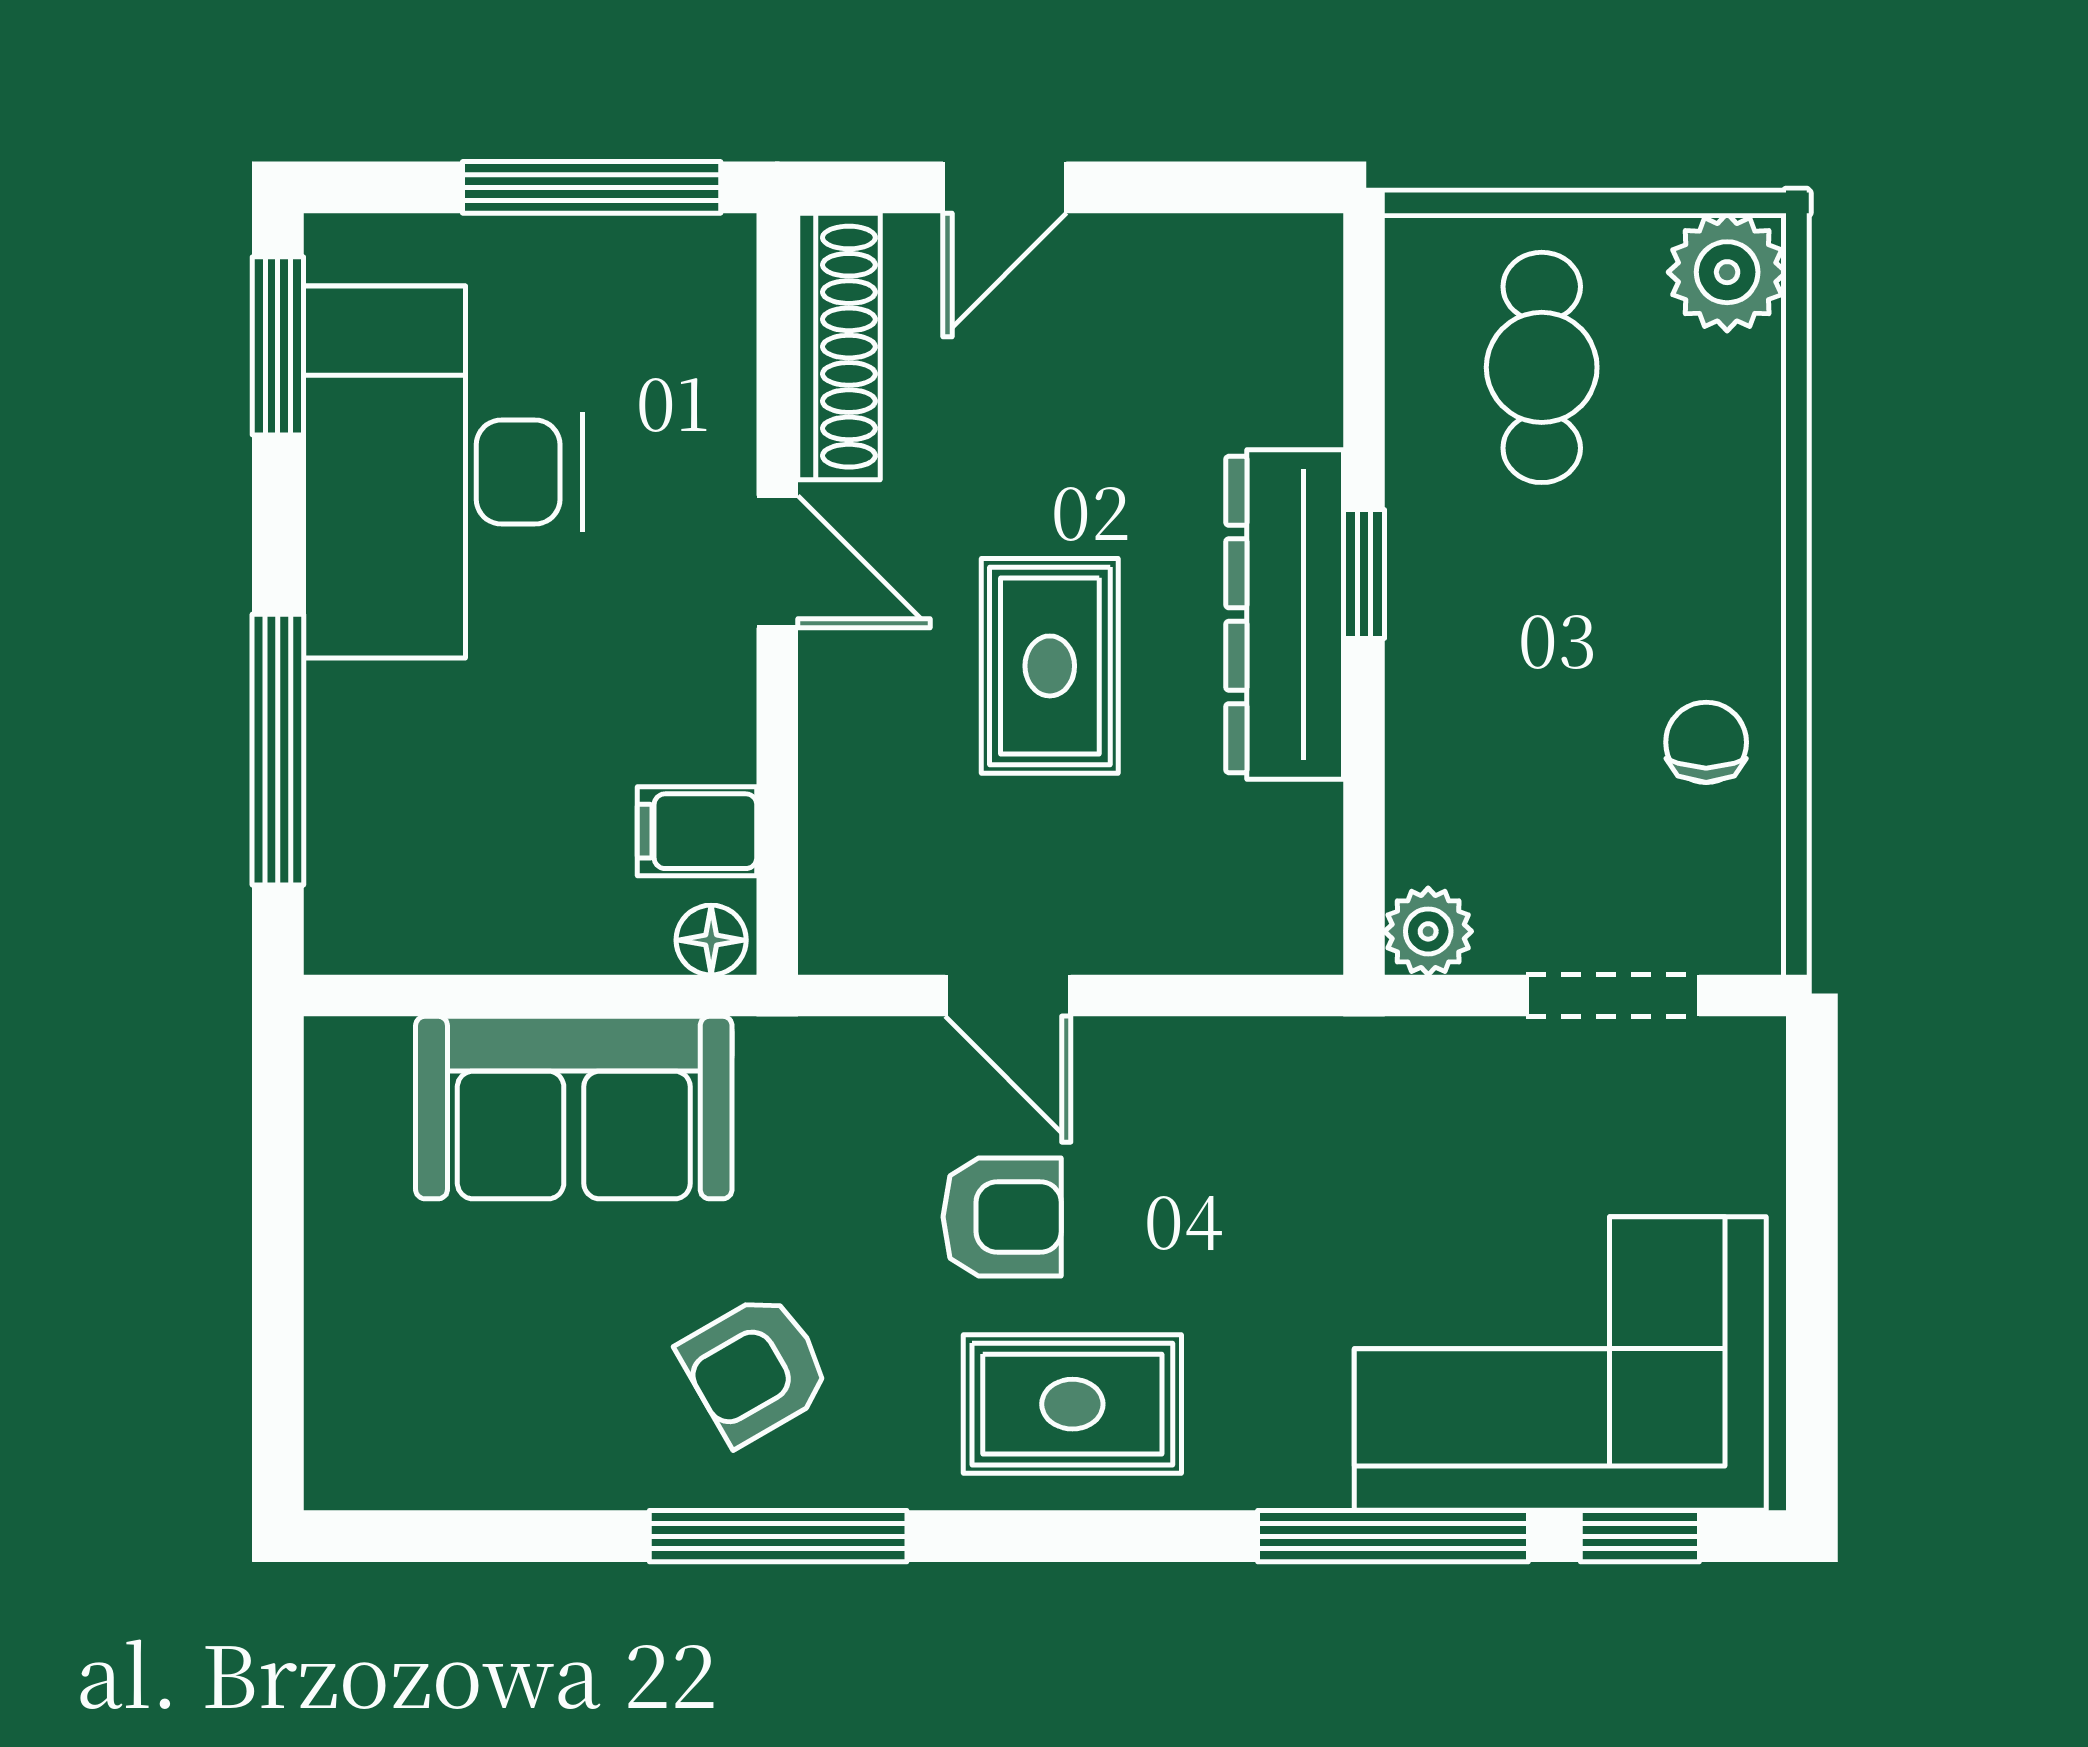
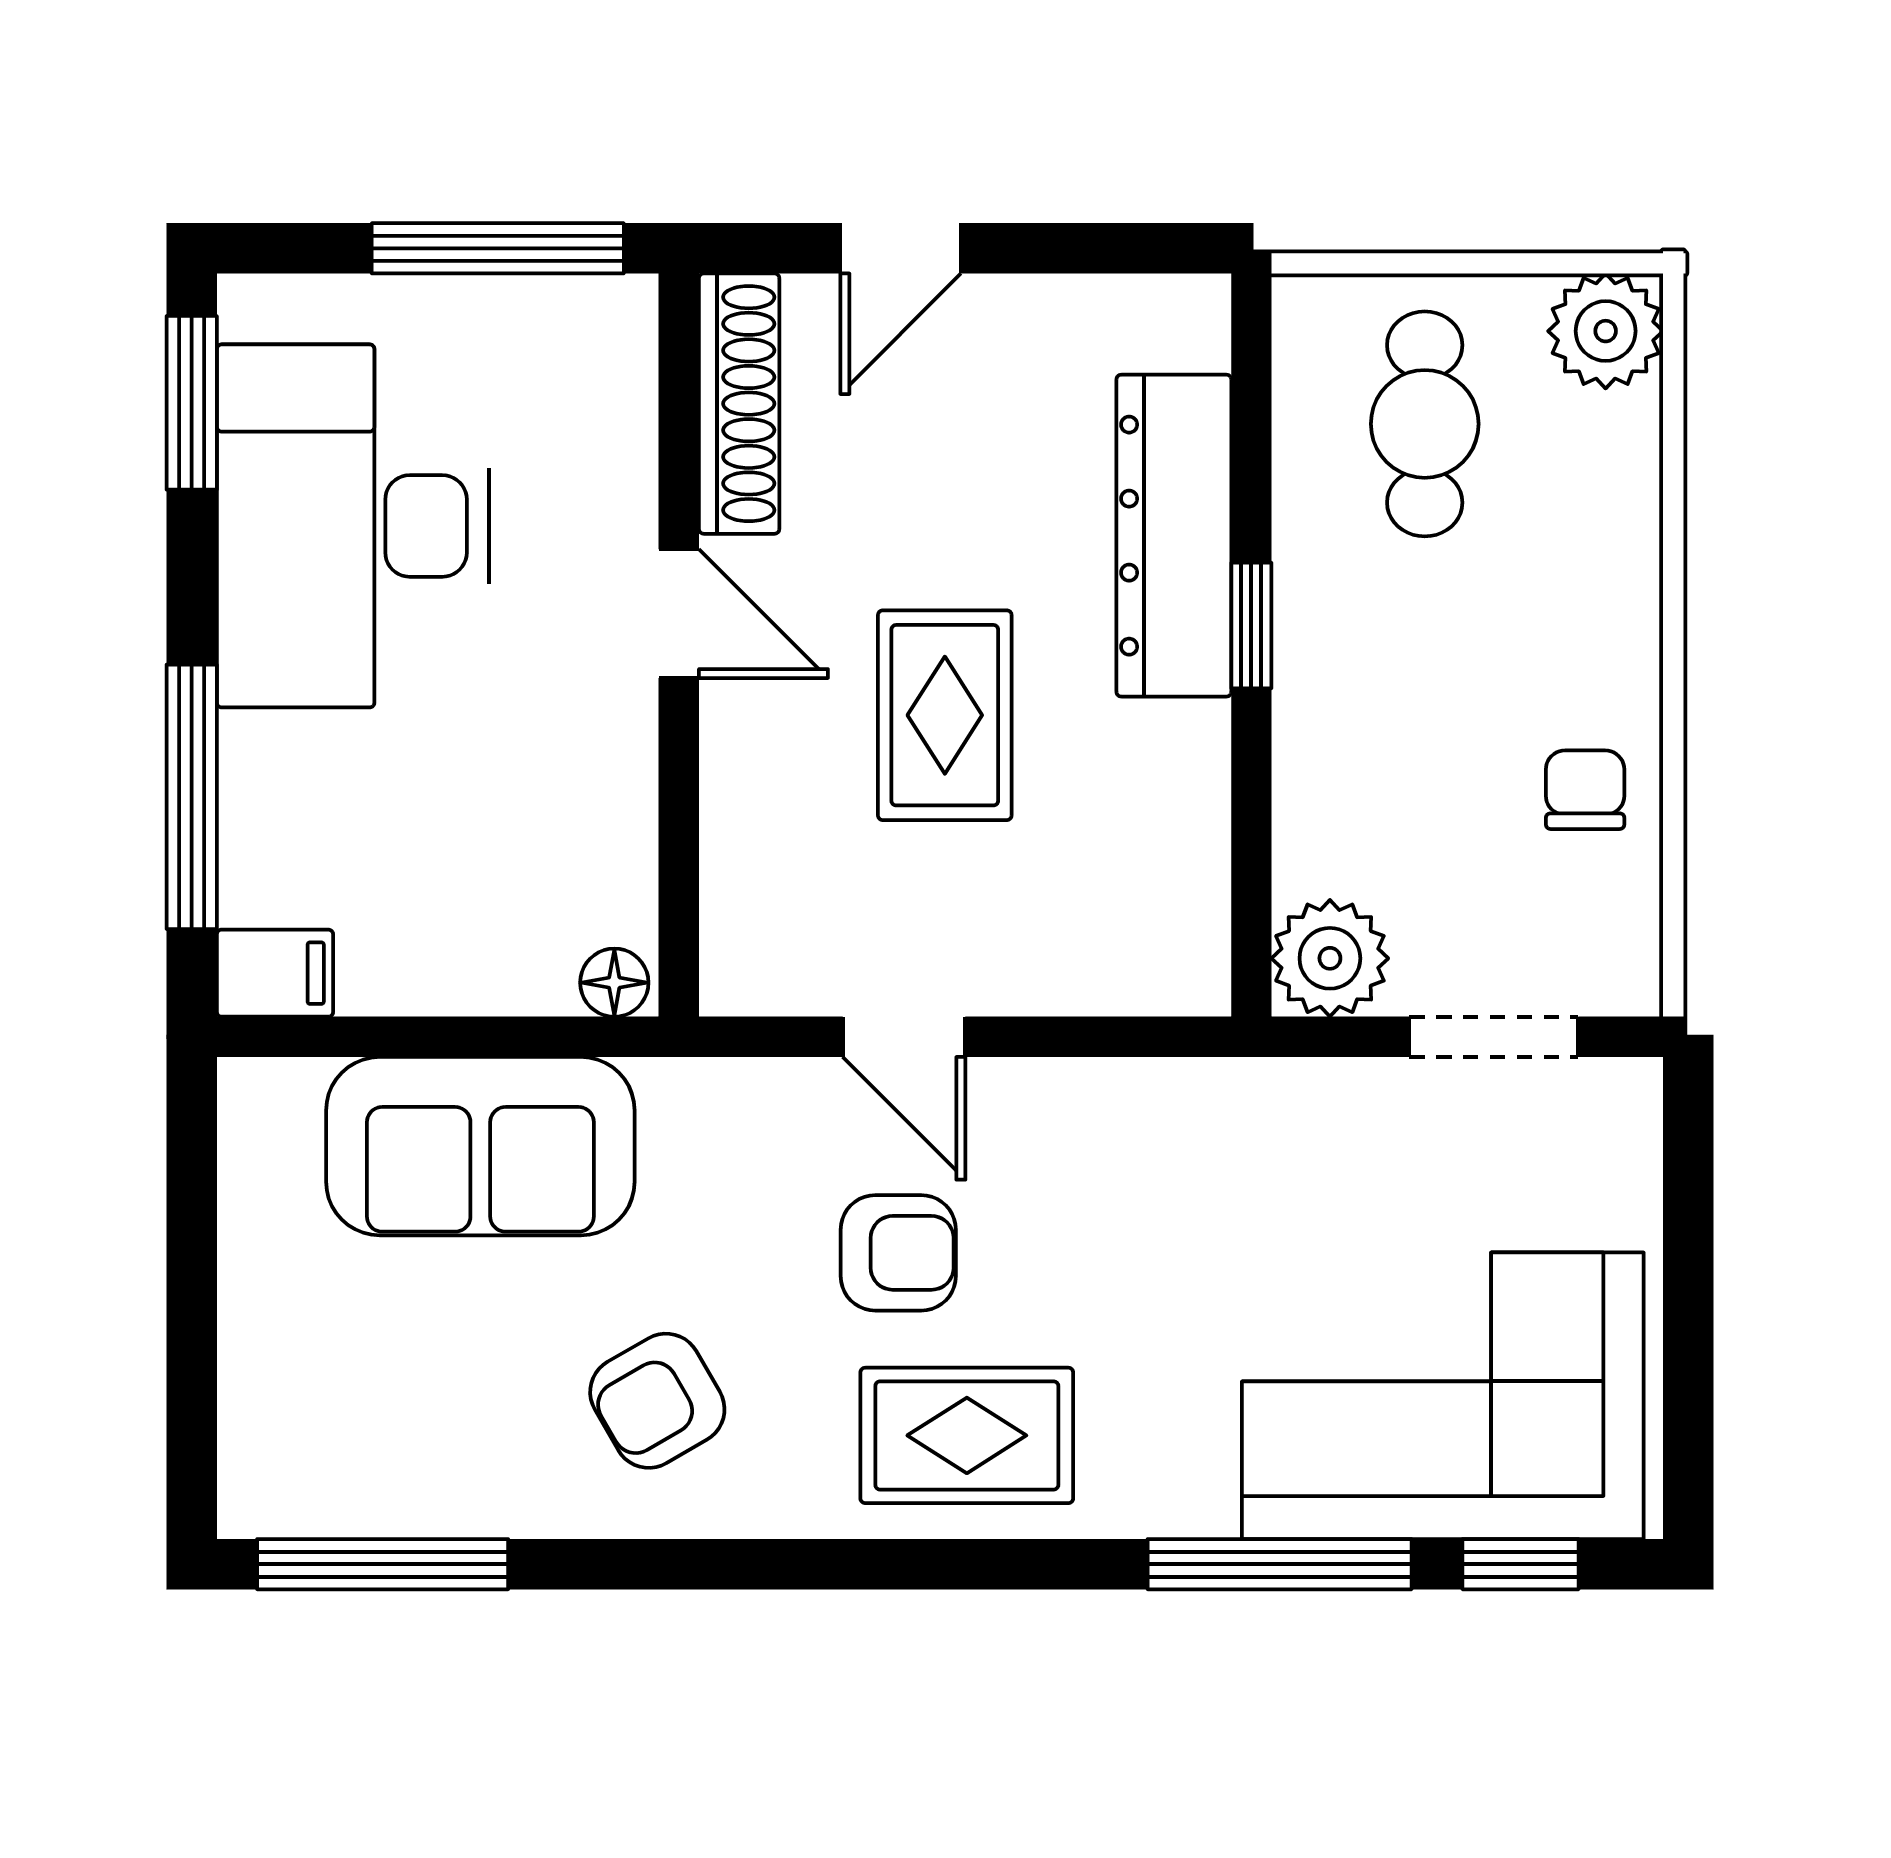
dresser: (1285, 615) -> (1174, 536), moved
filing cabinet: (697, 831) -> (275, 973), moved, turned 180
plant: (1428, 931) -> (1330, 958), width x1.38, depth x1.38
window: (778, 1536) -> (383, 1564), moved

